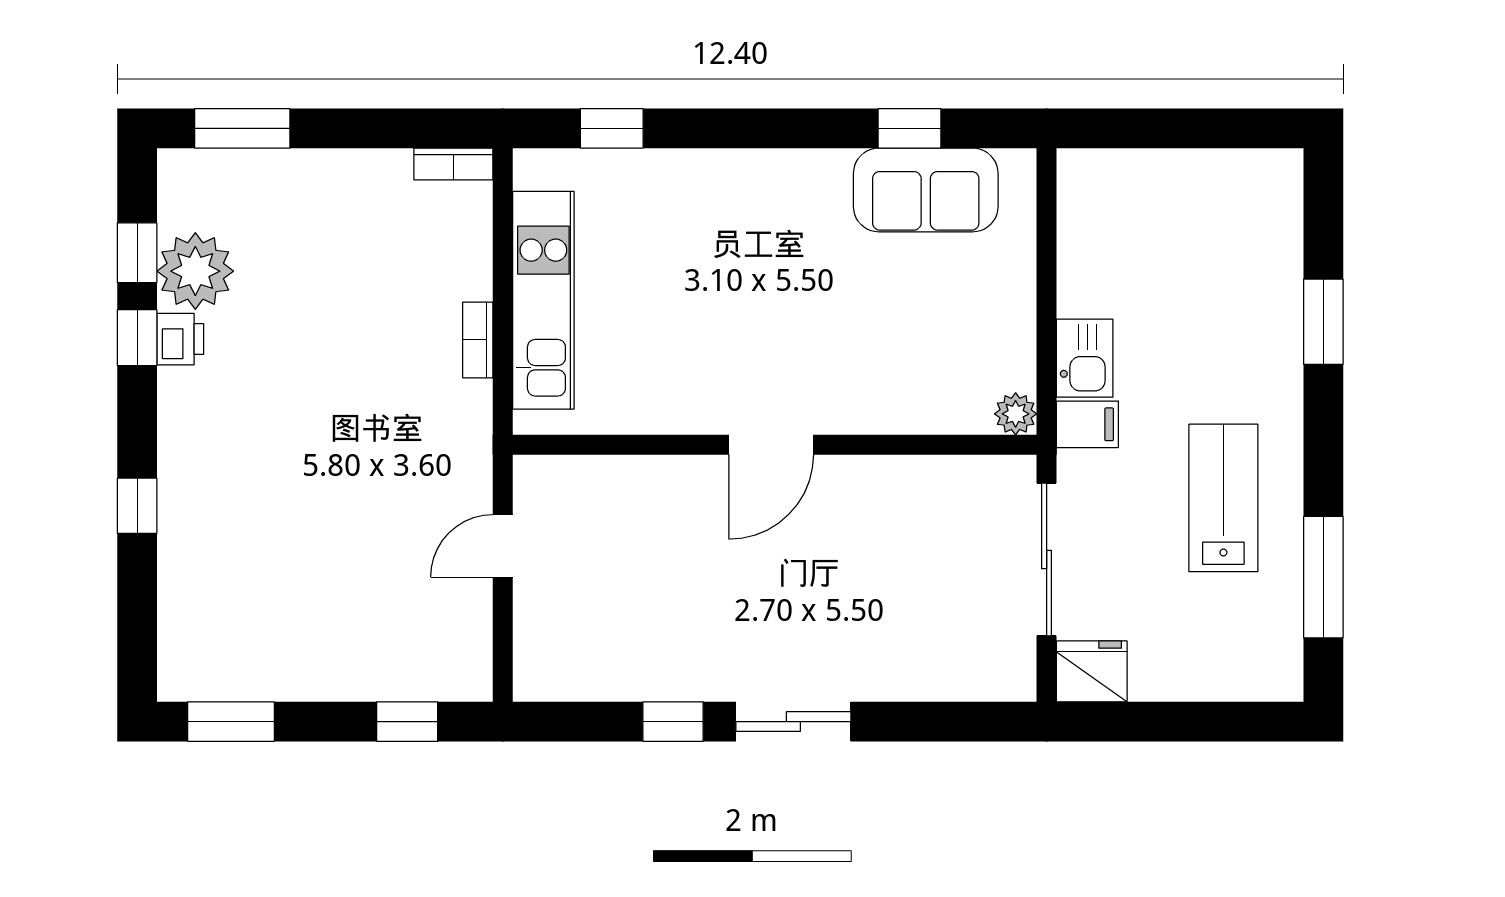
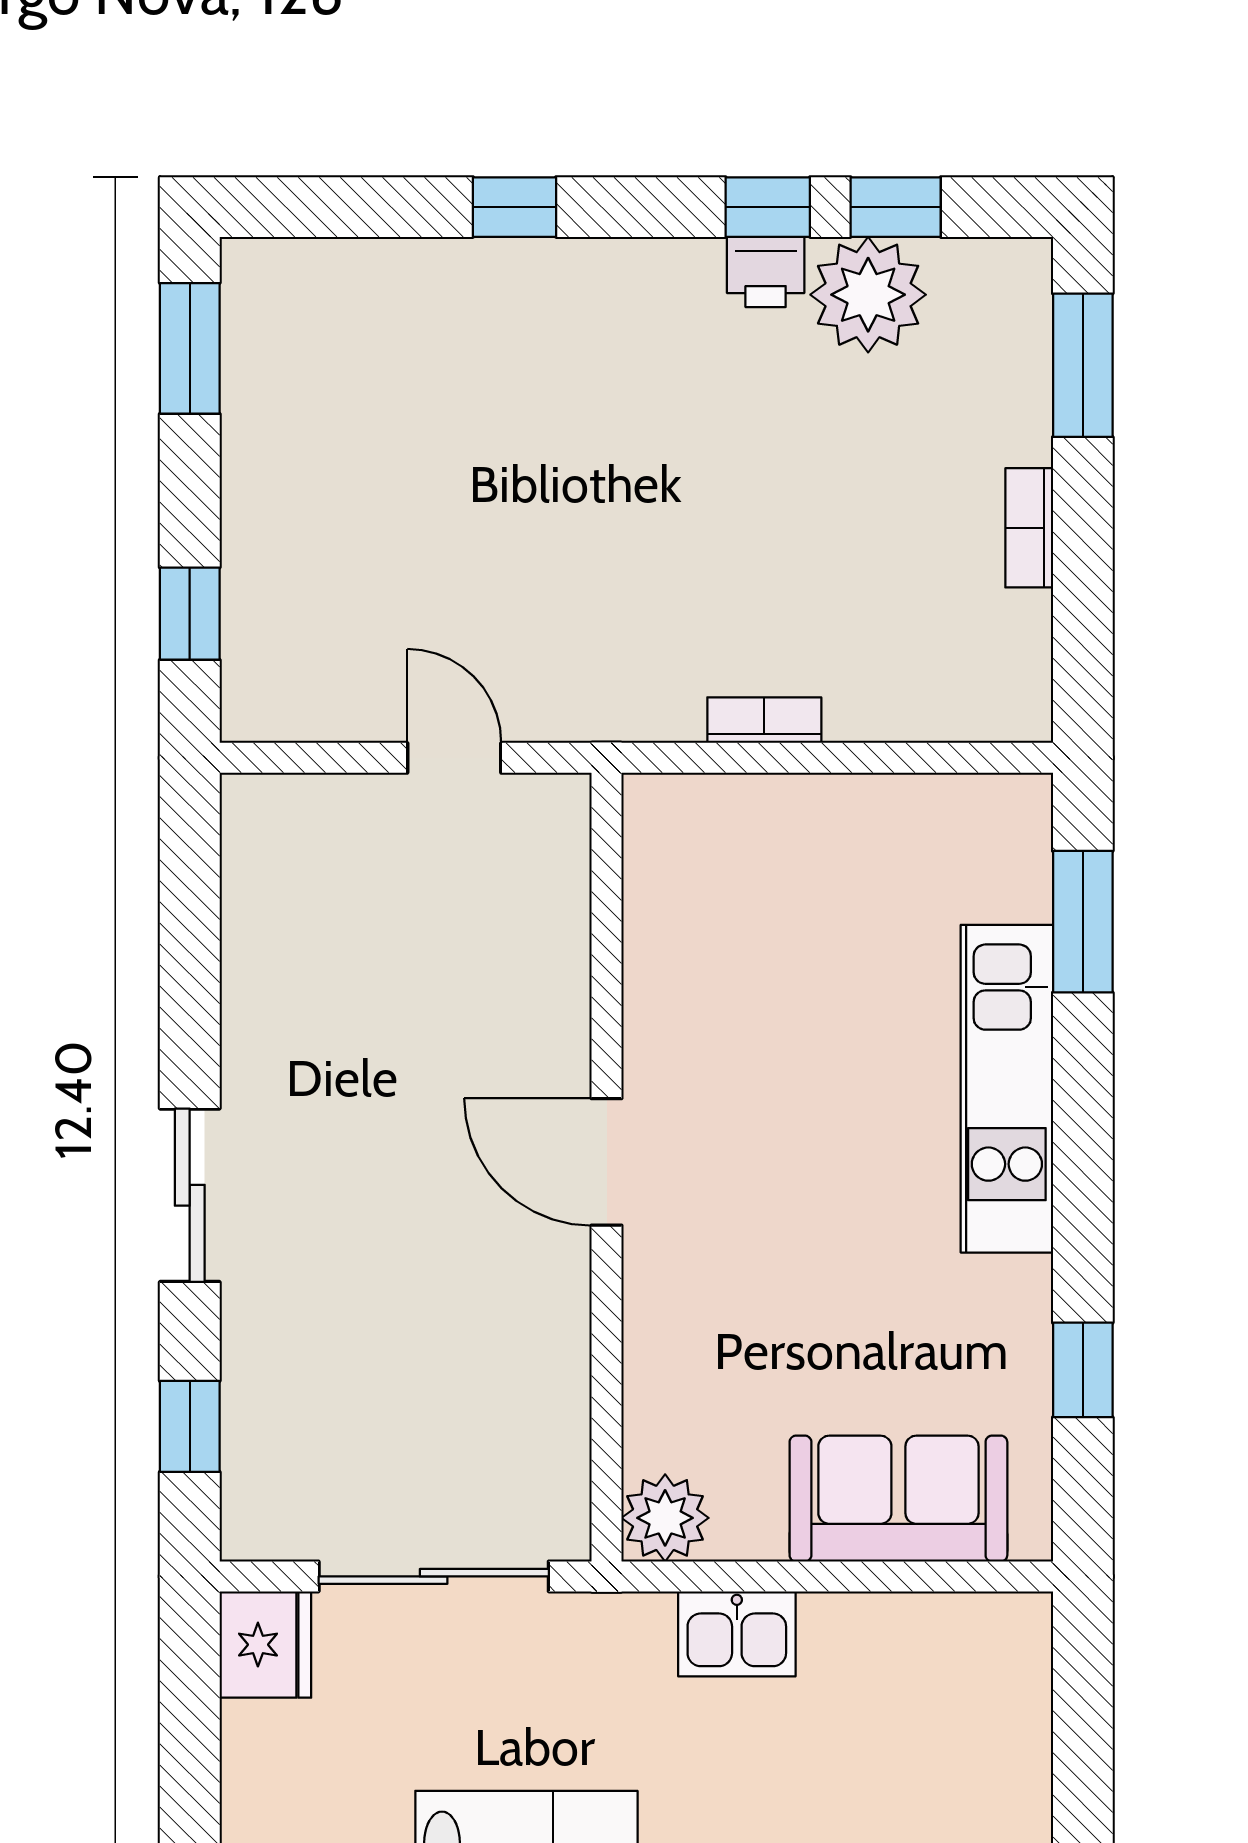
window: (612, 128) -> (1083, 922), width x1.50
bookcase: (453, 164) -> (1029, 528), moved
sofa: (926, 190) -> (898, 1499), moved, turned 90
kitchen unit: (543, 300) -> (1007, 1089), moved, turned 90
plant: (1016, 414) -> (665, 1518), width x1.38, depth x1.38
filing cabinet: (1087, 424) -> (637, 1638), removed
window: (673, 722) -> (190, 1426), moved

